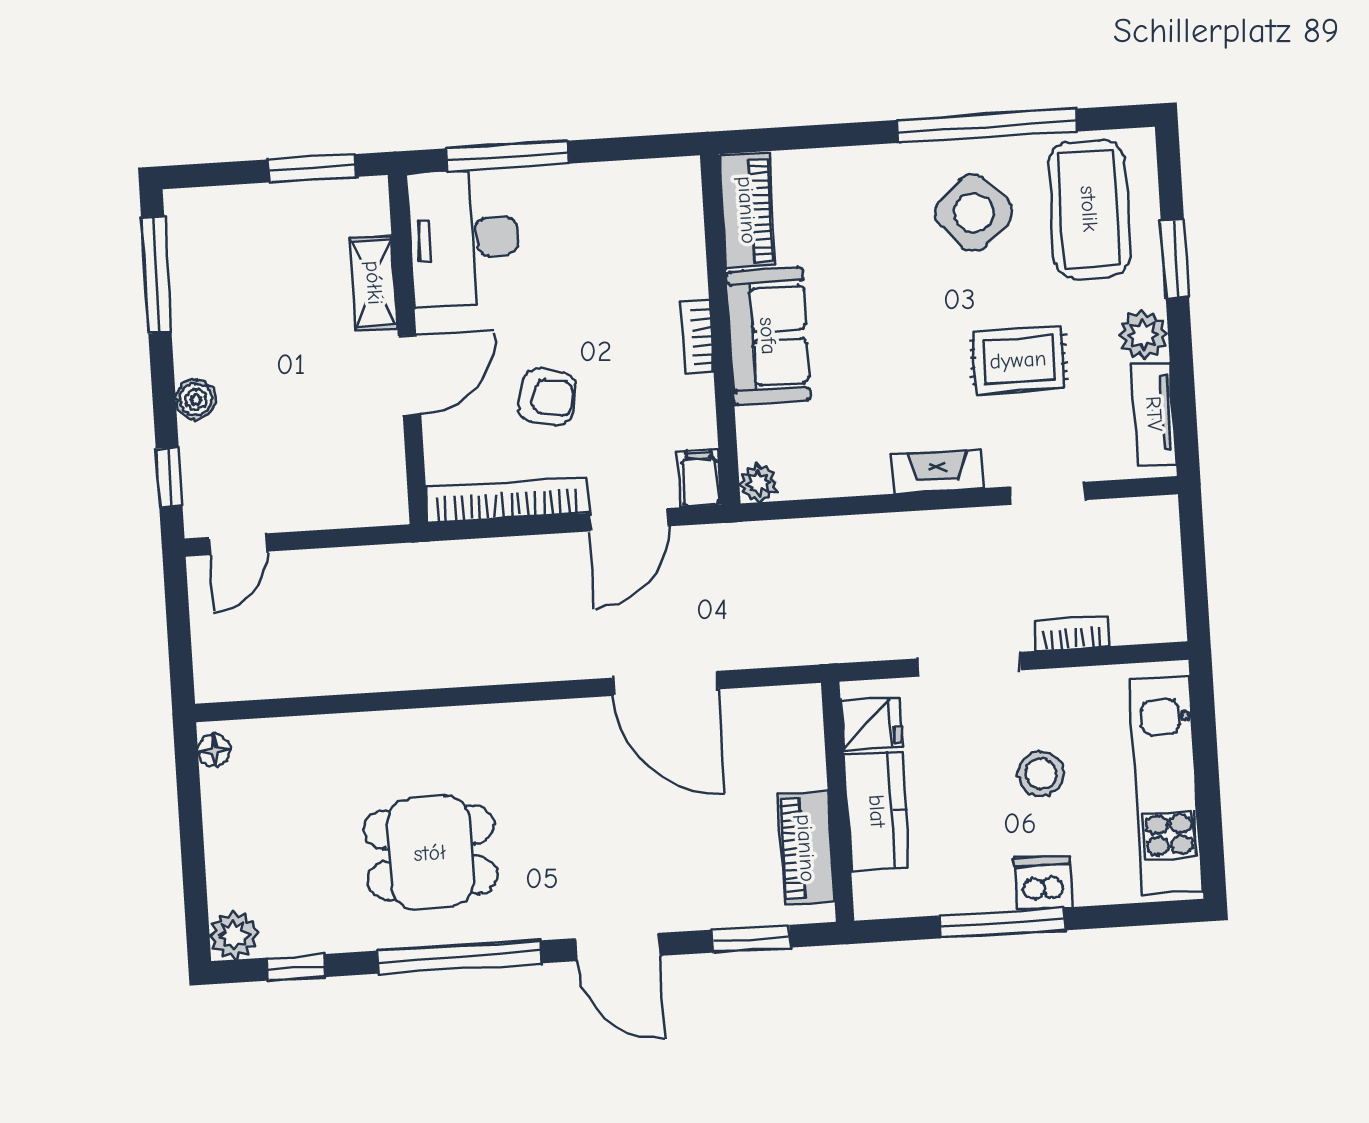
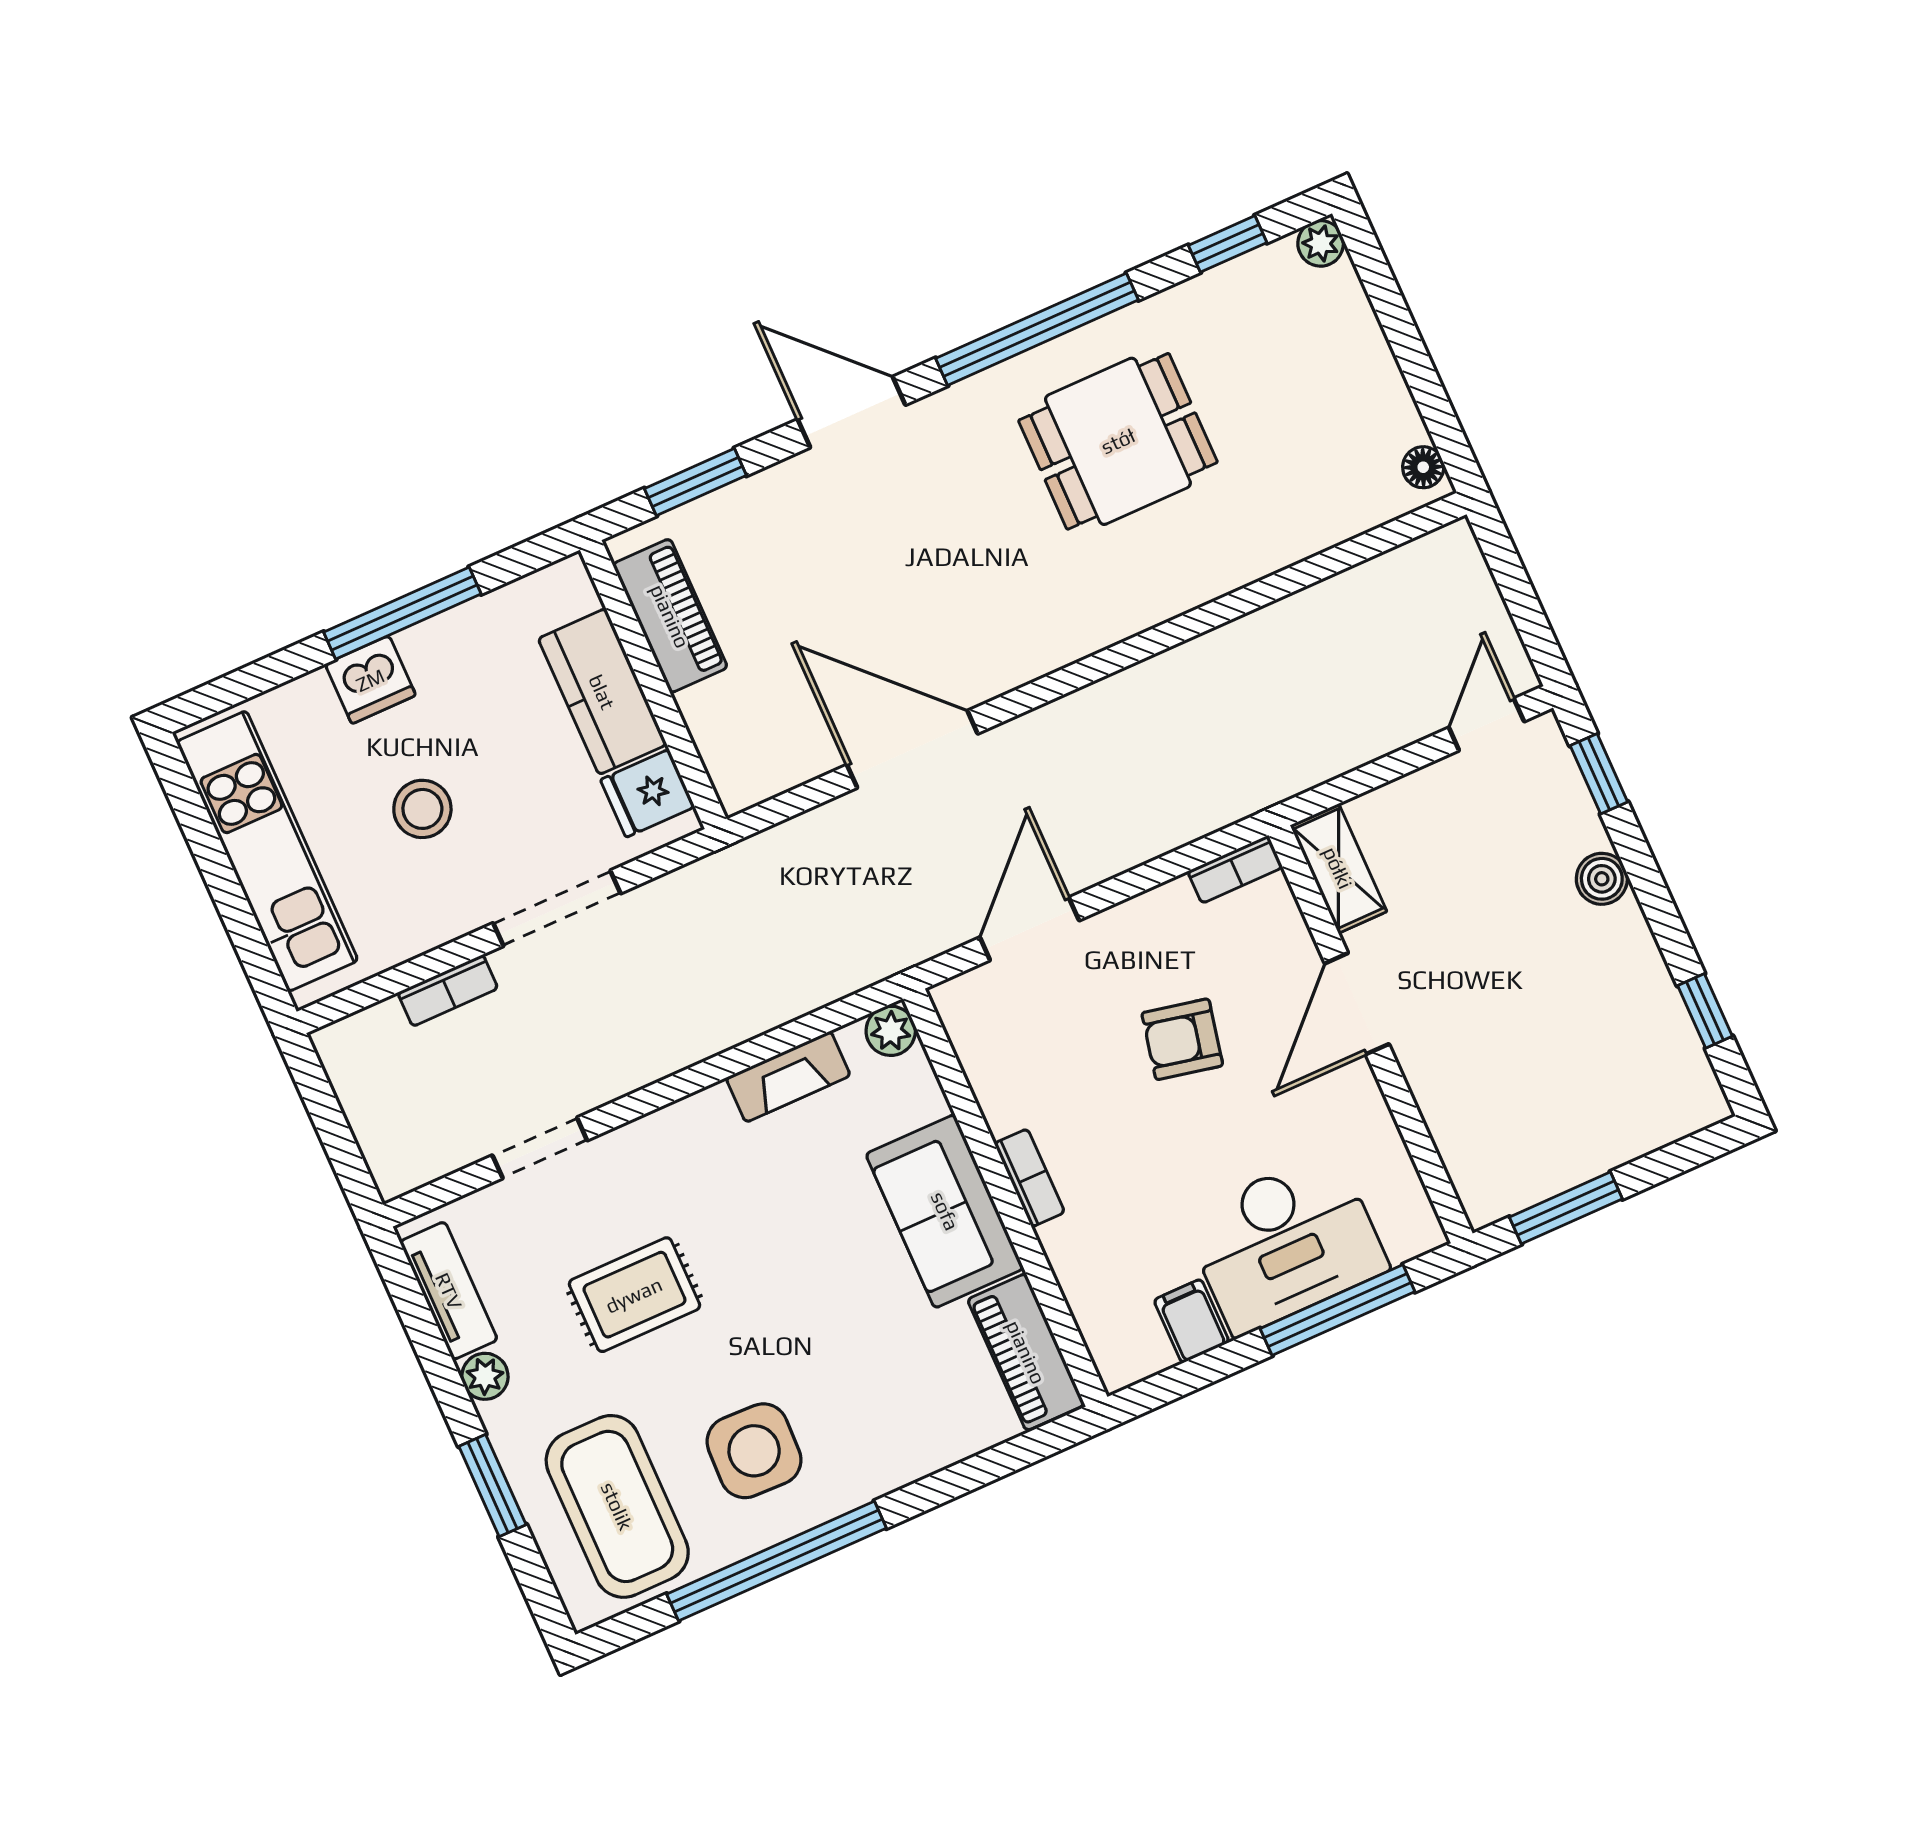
side table: (974, 213) -> (754, 1451), turned 45
desk: (463, 238) -> (1285, 1243), moved, turned 90
window: (156, 275) -> (1705, 1011), width x0.46
shelving: (374, 283) -> (1338, 868), moved
plant: (1143, 335) -> (485, 1376), width x0.73, depth x0.73
fireplace: (938, 472) -> (788, 1077), moved
filing cabinet: (700, 479) -> (1191, 1321), moved, turned 180
bookcase: (507, 500) -> (1235, 869), width x0.43, depth x0.76
plant: (234, 935) -> (1321, 243), width x0.73, depth x0.73

